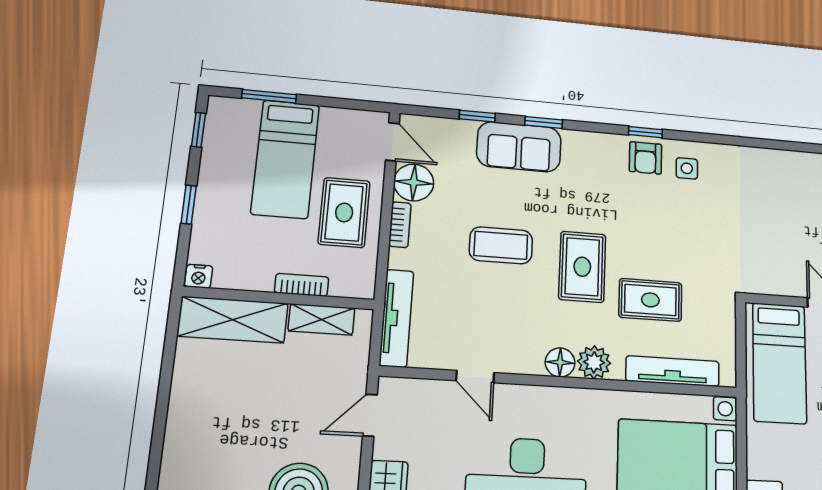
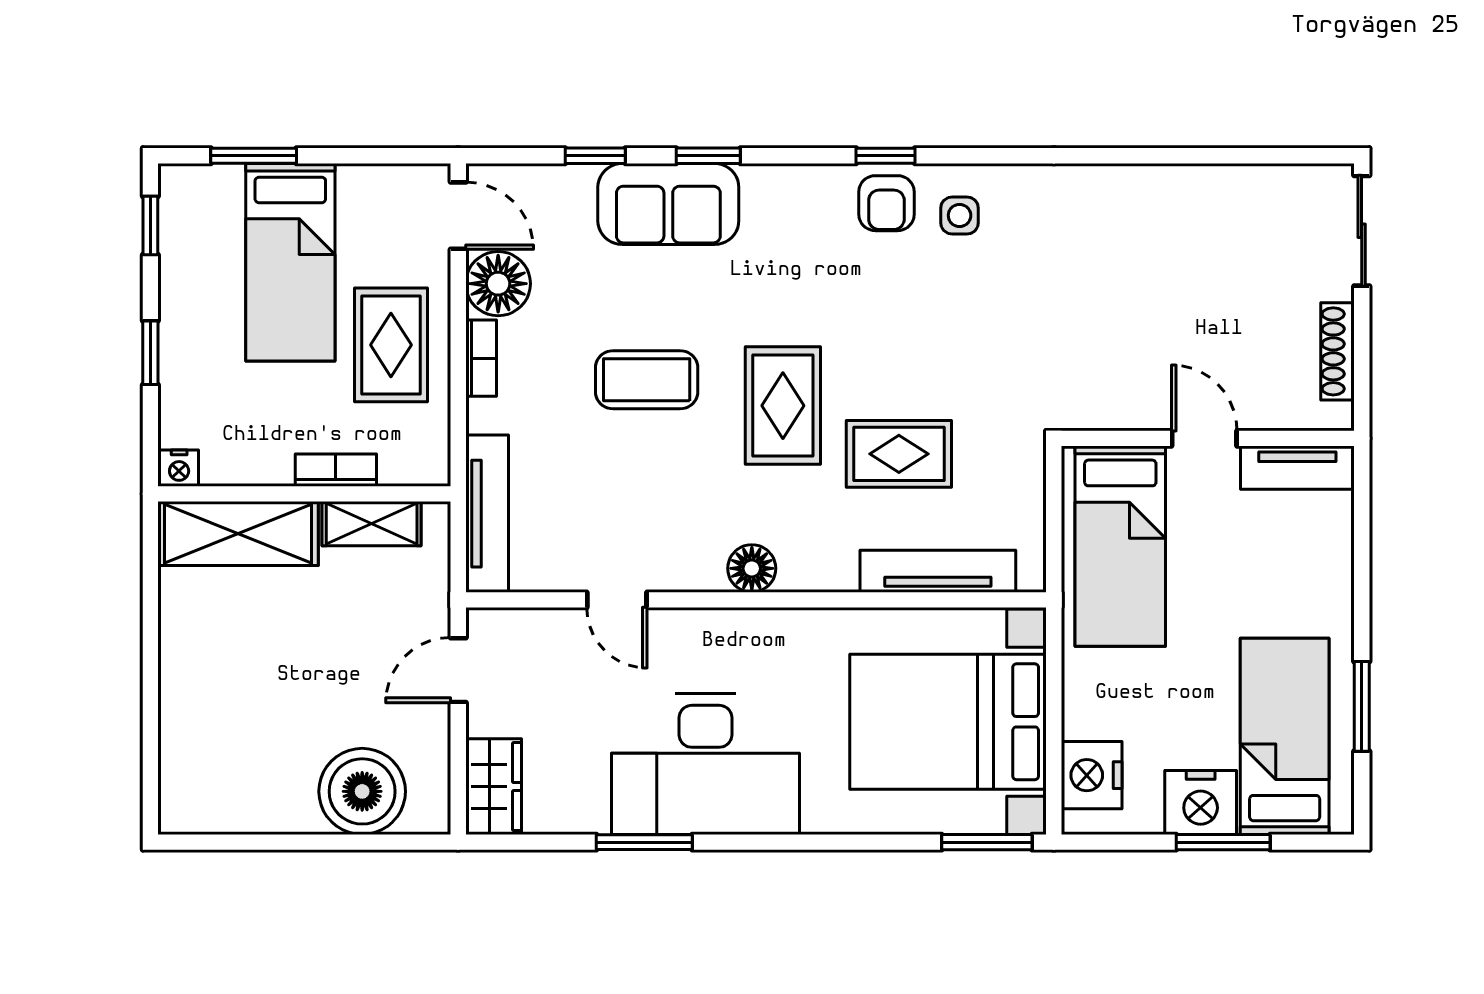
plant: (594, 362) -> (807, 565), removed

